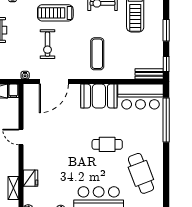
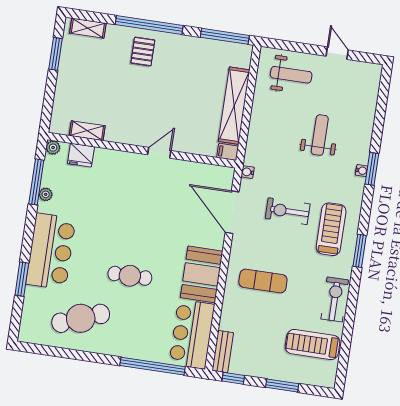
cafe table: (107, 144) -> (130, 276), turned 90
fridge: (30, 178) -> (81, 155), moved

